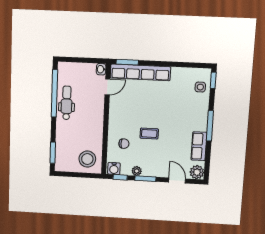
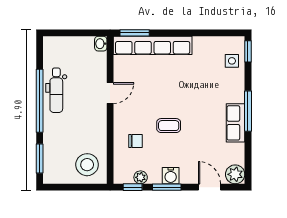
door: (107, 87) -> (110, 93), moved
window: (54, 93) -> (40, 101), moved
dental chair: (67, 103) -> (56, 90), turned 180
row of seats: (199, 146) -> (236, 123), moved
water cooler: (114, 169) -> (171, 176), moved
plant: (137, 171) -> (141, 177), moved

